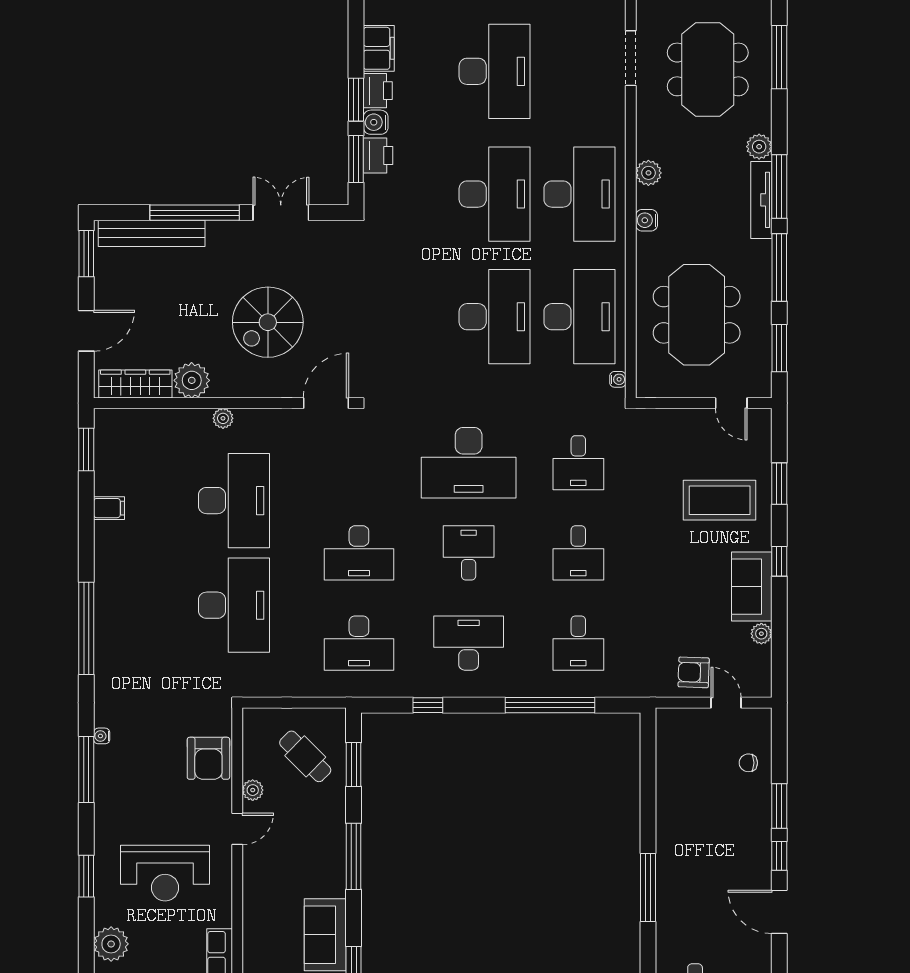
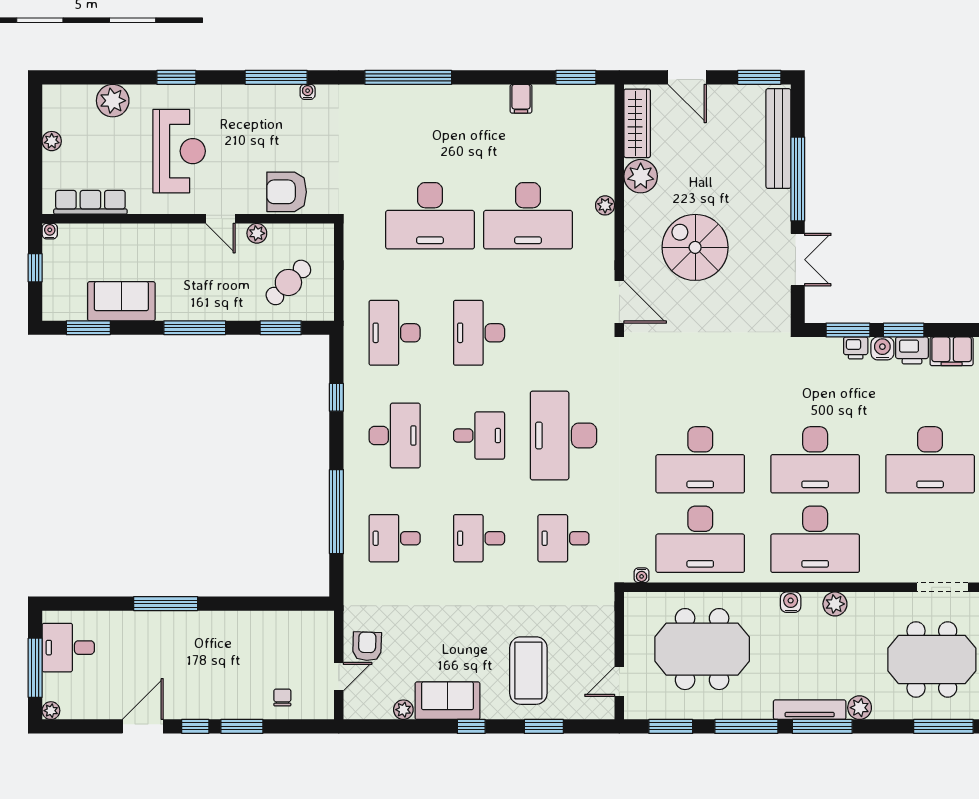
printer: (378, 155) -> (856, 348), width x0.73, depth x0.81
reception desk: (165, 873) -> (179, 151), turned 180

